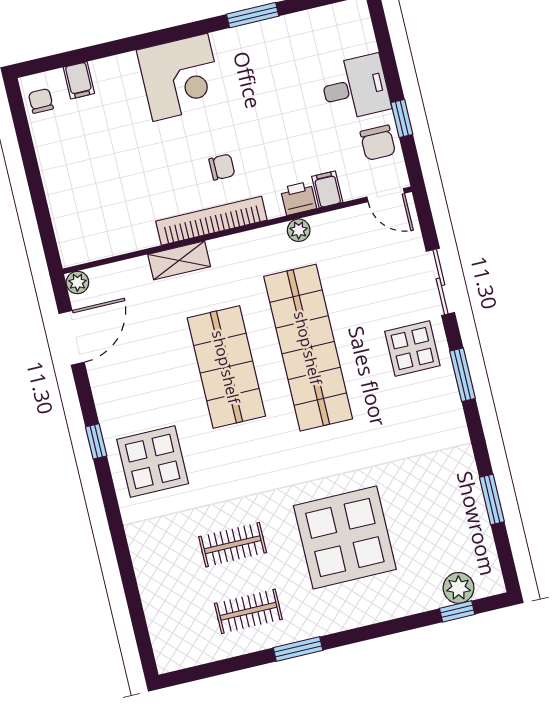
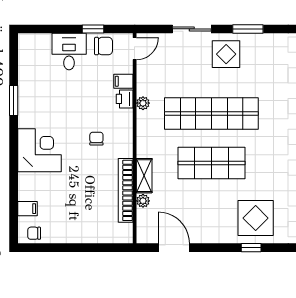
bookcase: (211, 221) -> (126, 190), moved
plant: (77, 282) -> (143, 201), moved
window: (96, 441) -> (251, 248), moved

